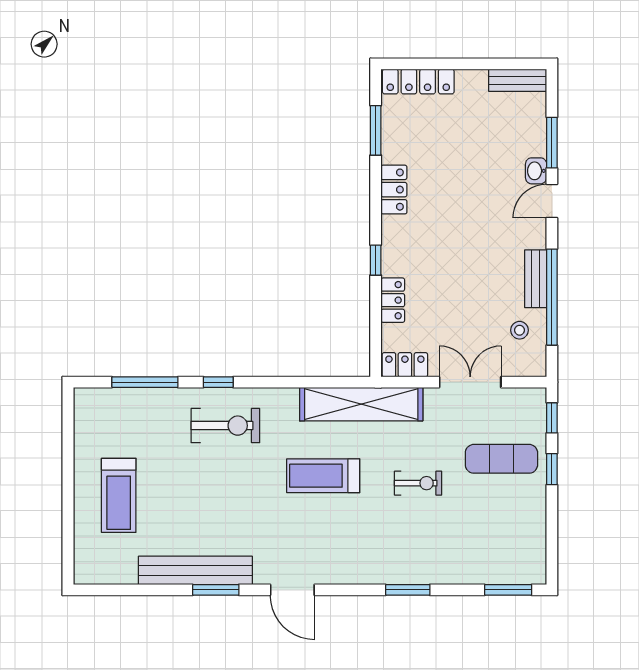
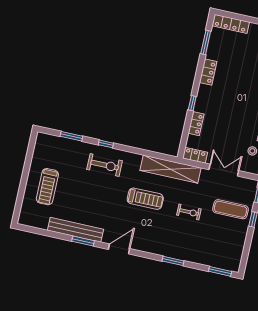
window: (145, 382) -> (71, 136), width x0.69
treadmill: (323, 476) -> (145, 199), turned 180
door: (292, 590) -> (119, 249), swing flipped

